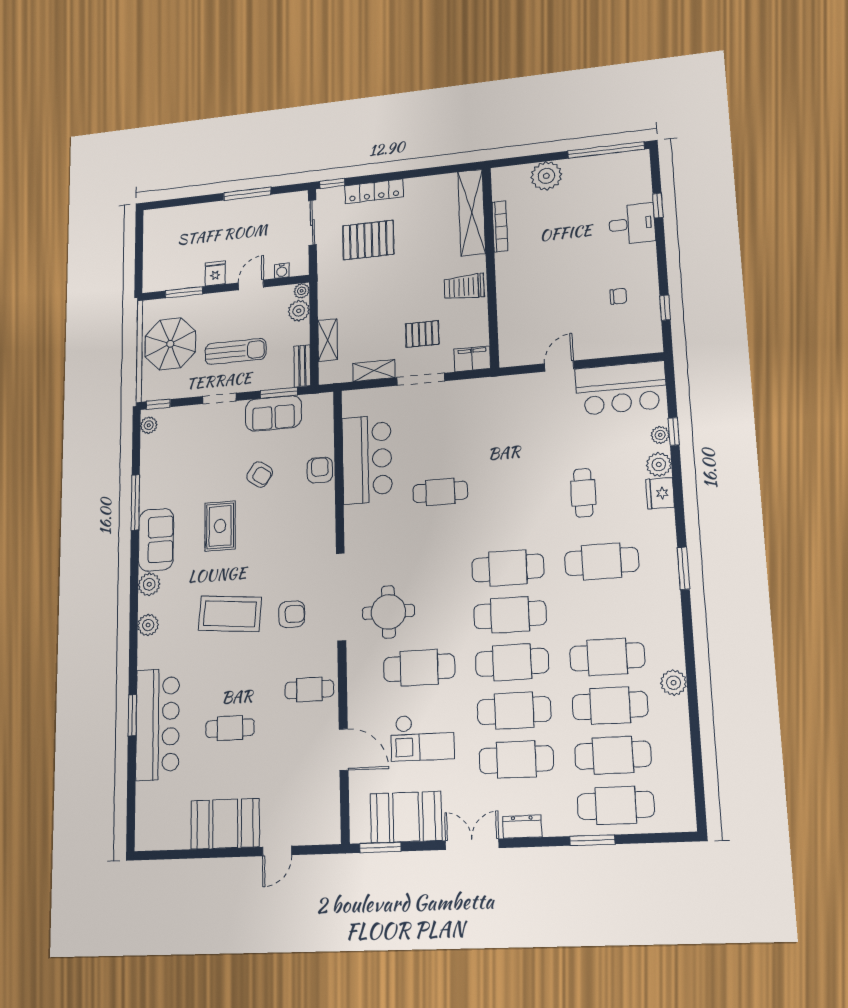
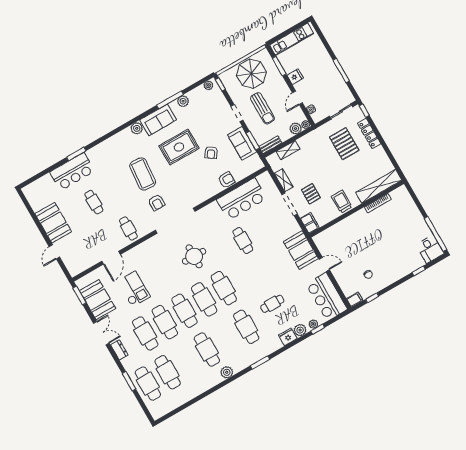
plant: (546, 176) -> (411, 212), removed
desk: (632, 224) -> (430, 249), moved
kitchen unit: (154, 253) -> (292, 39), added
door: (251, 285) -> (297, 98), swing flipped
filing cabinet: (652, 340) -> (355, 299), added
booth: (512, 396) -> (301, 250), added
rug: (220, 526) -> (179, 147), width x1.36, depth x1.43
round table: (388, 612) -> (194, 256), moved
plant: (148, 625) -> (183, 101), moved
cafe table: (419, 668) -> (162, 272), removed
plant: (674, 683) -> (227, 372), moved
cafe table: (610, 706) -> (187, 361), removed
bar counter: (157, 724) -> (72, 172), width x0.73
checkout: (422, 737) -> (134, 289), turned 180
door: (277, 851) -> (54, 252), hinge flipped

